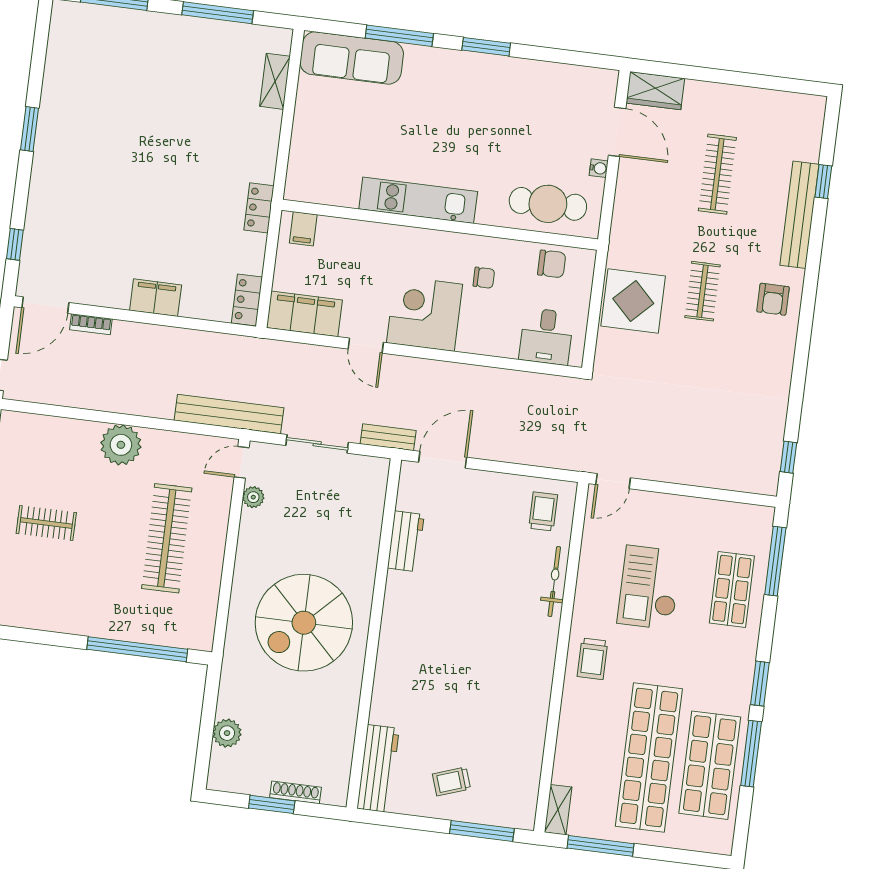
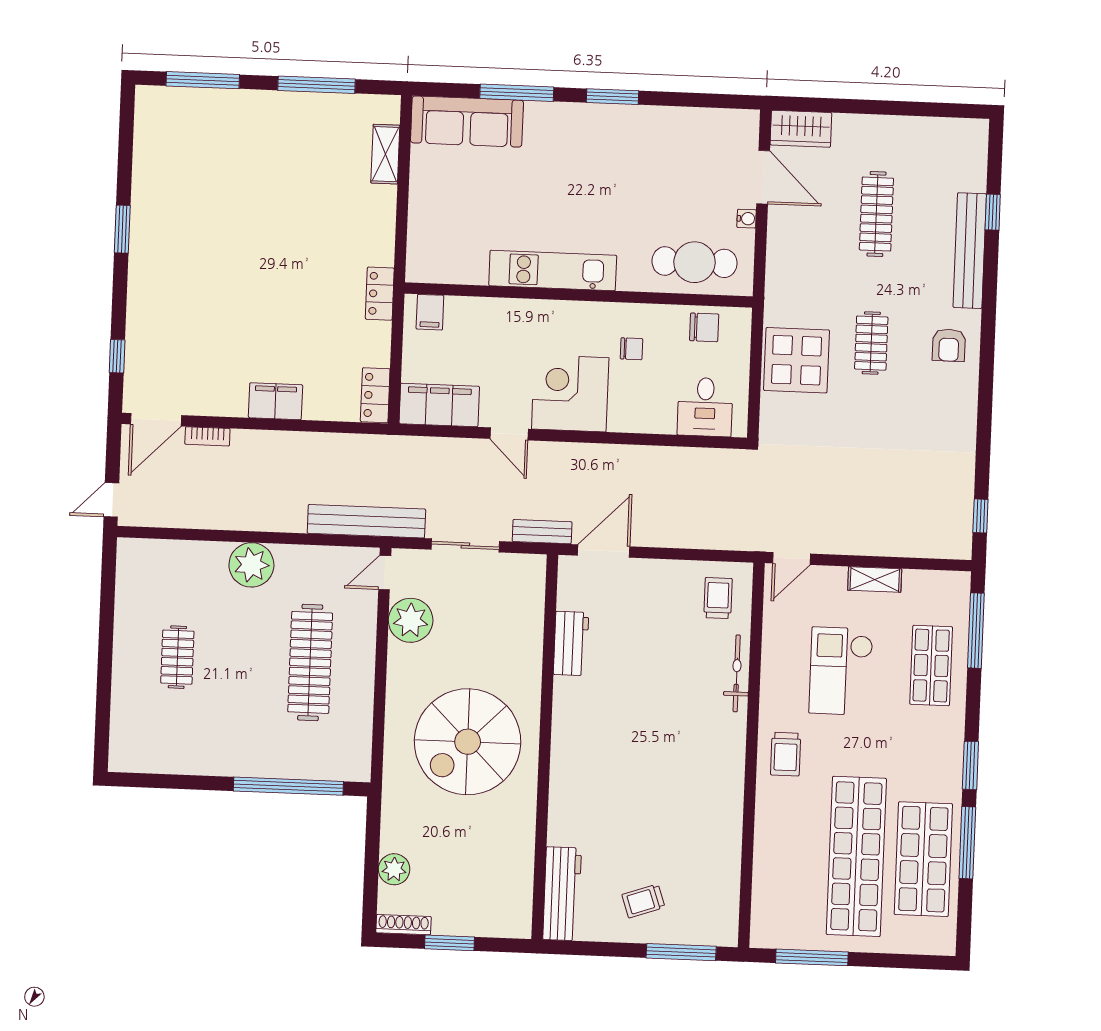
plant: (253, 497) -> (411, 620), width x1.87, depth x1.87
clothes rail: (46, 523) -> (177, 657), turned 90
shoe rack: (296, 792) -> (404, 925), moved
shelving: (558, 810) -> (875, 579), moved, turned 90

